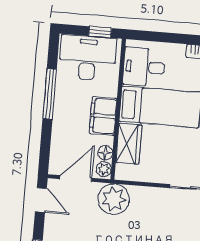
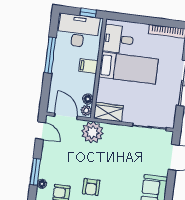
filing cabinet: (103, 116) -> (88, 66), width x0.50
wardrobe: (129, 144) -> (108, 112), moved, turned -90
door: (76, 178) -> (66, 116), hinge flipped

